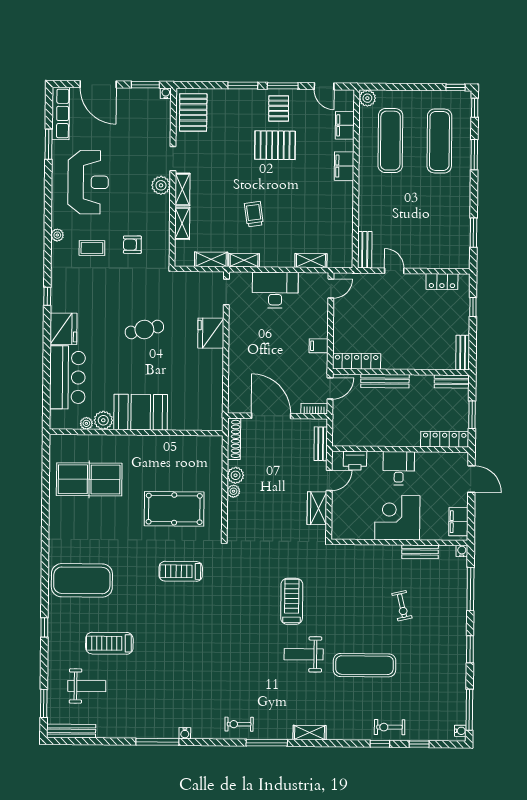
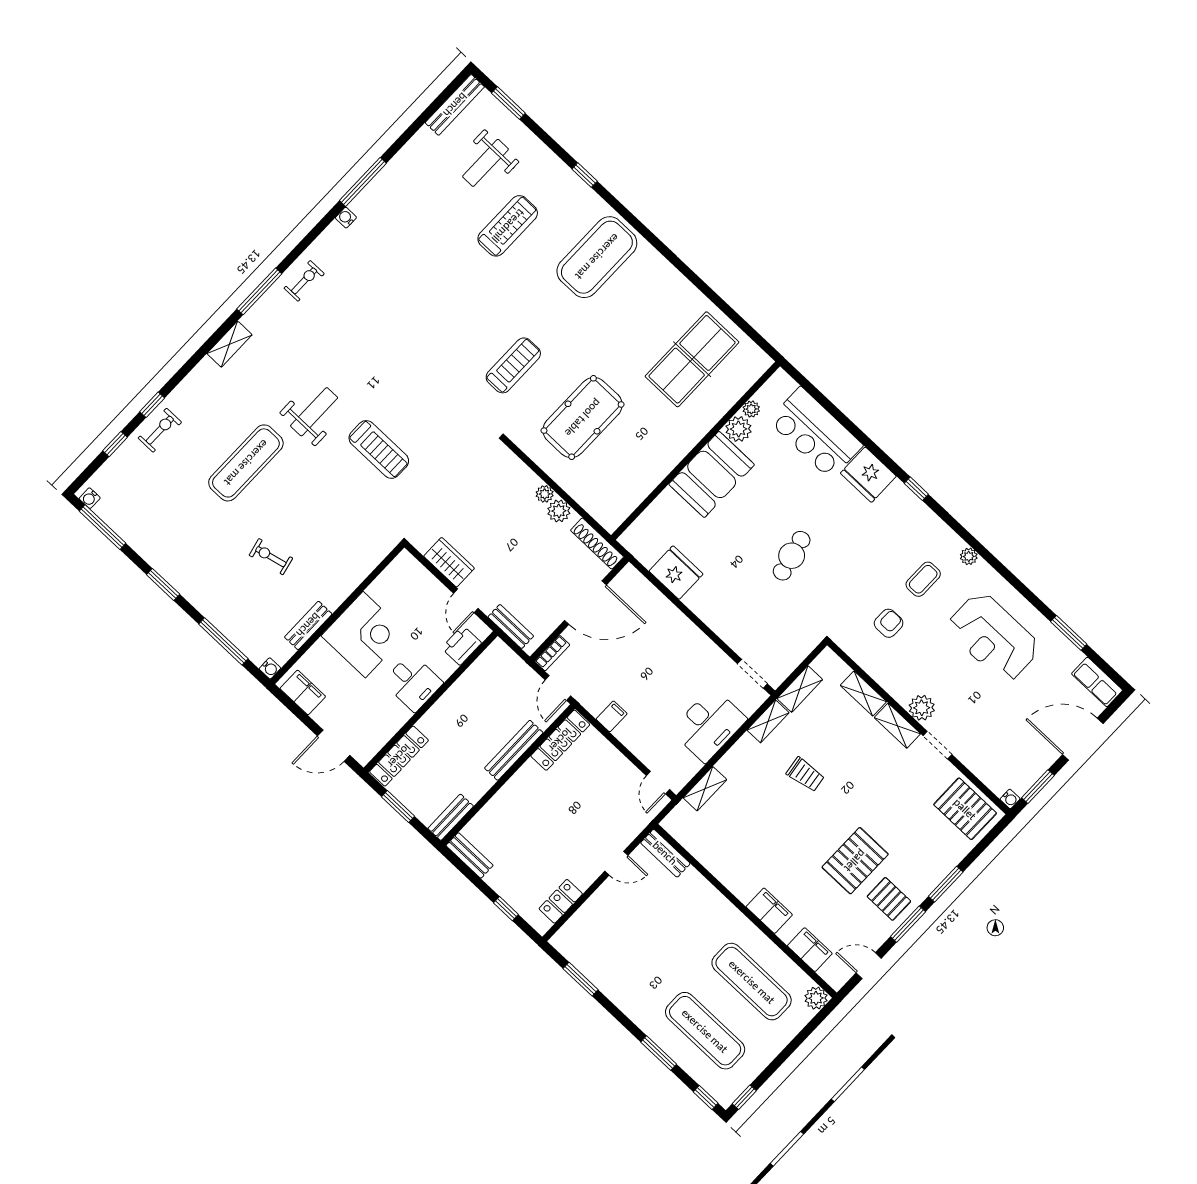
row of seats: (61, 113) -> (1097, 682), width x0.68
fridge: (211, 333) -> (676, 573), moved

